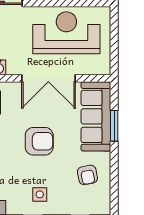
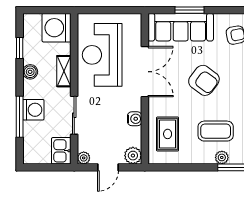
armchair: (39, 141) -> (204, 80), turned 127

